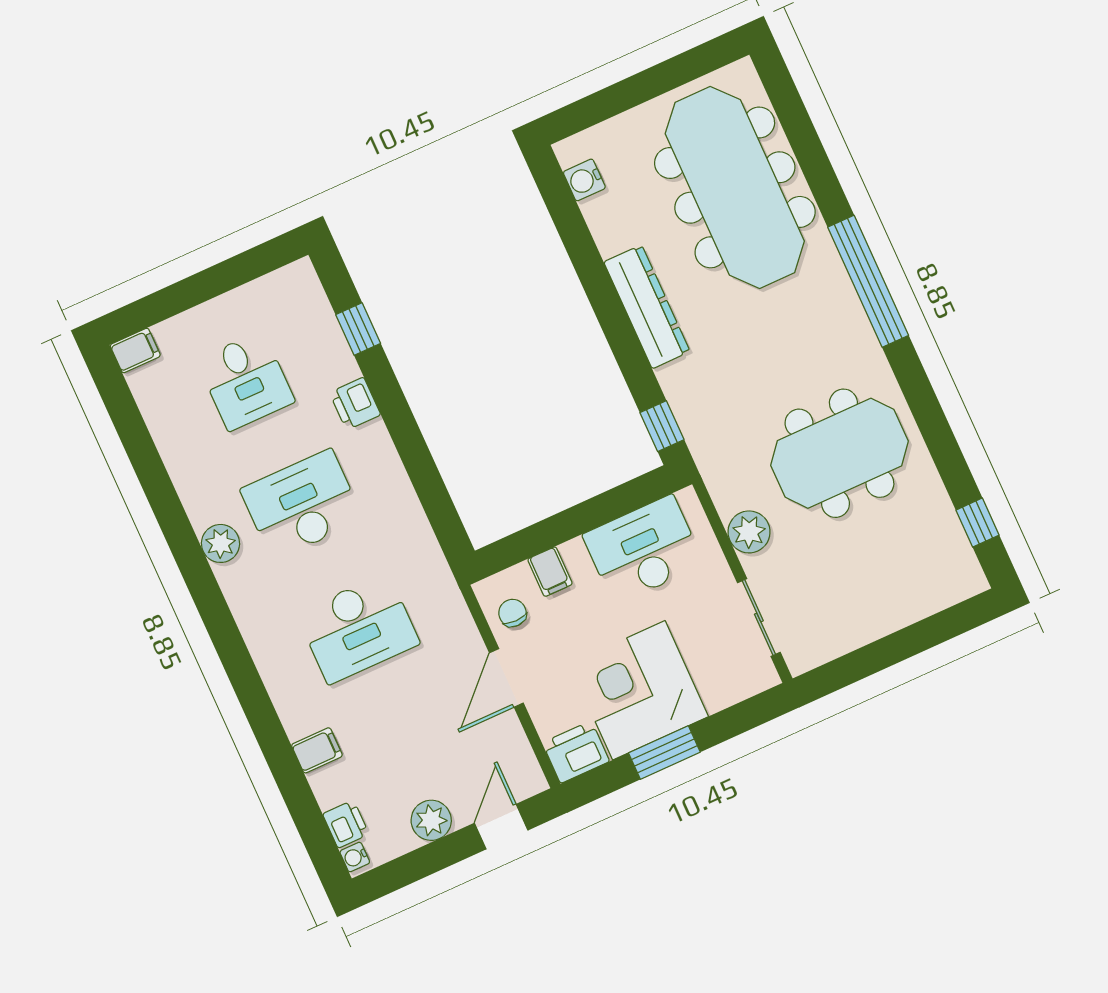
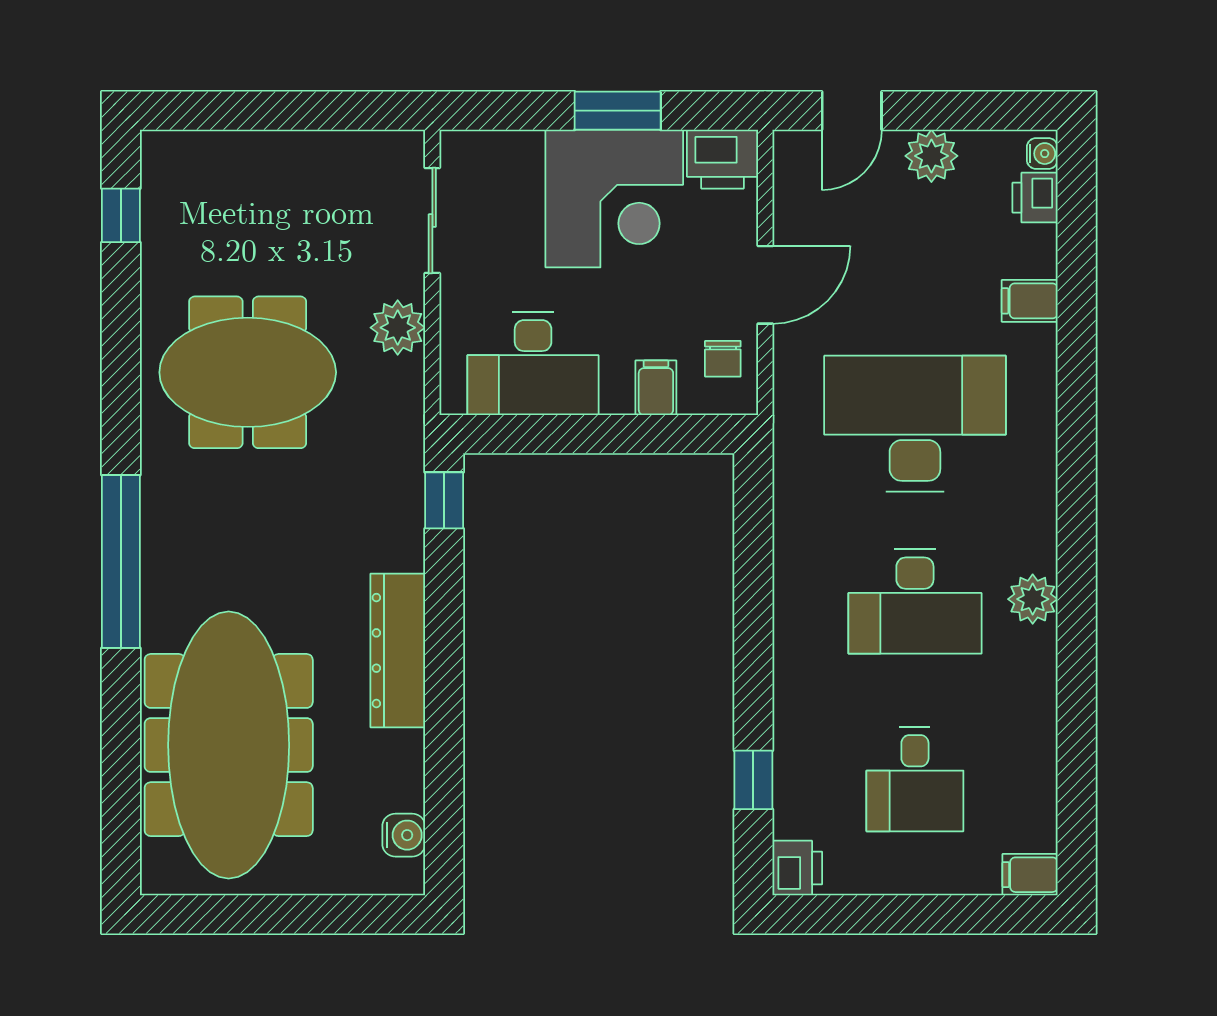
desk: (246, 381) -> (915, 779), turned 180
printer: (355, 404) -> (797, 868), moved
desk: (358, 628) -> (915, 424), width x1.36, depth x1.30

